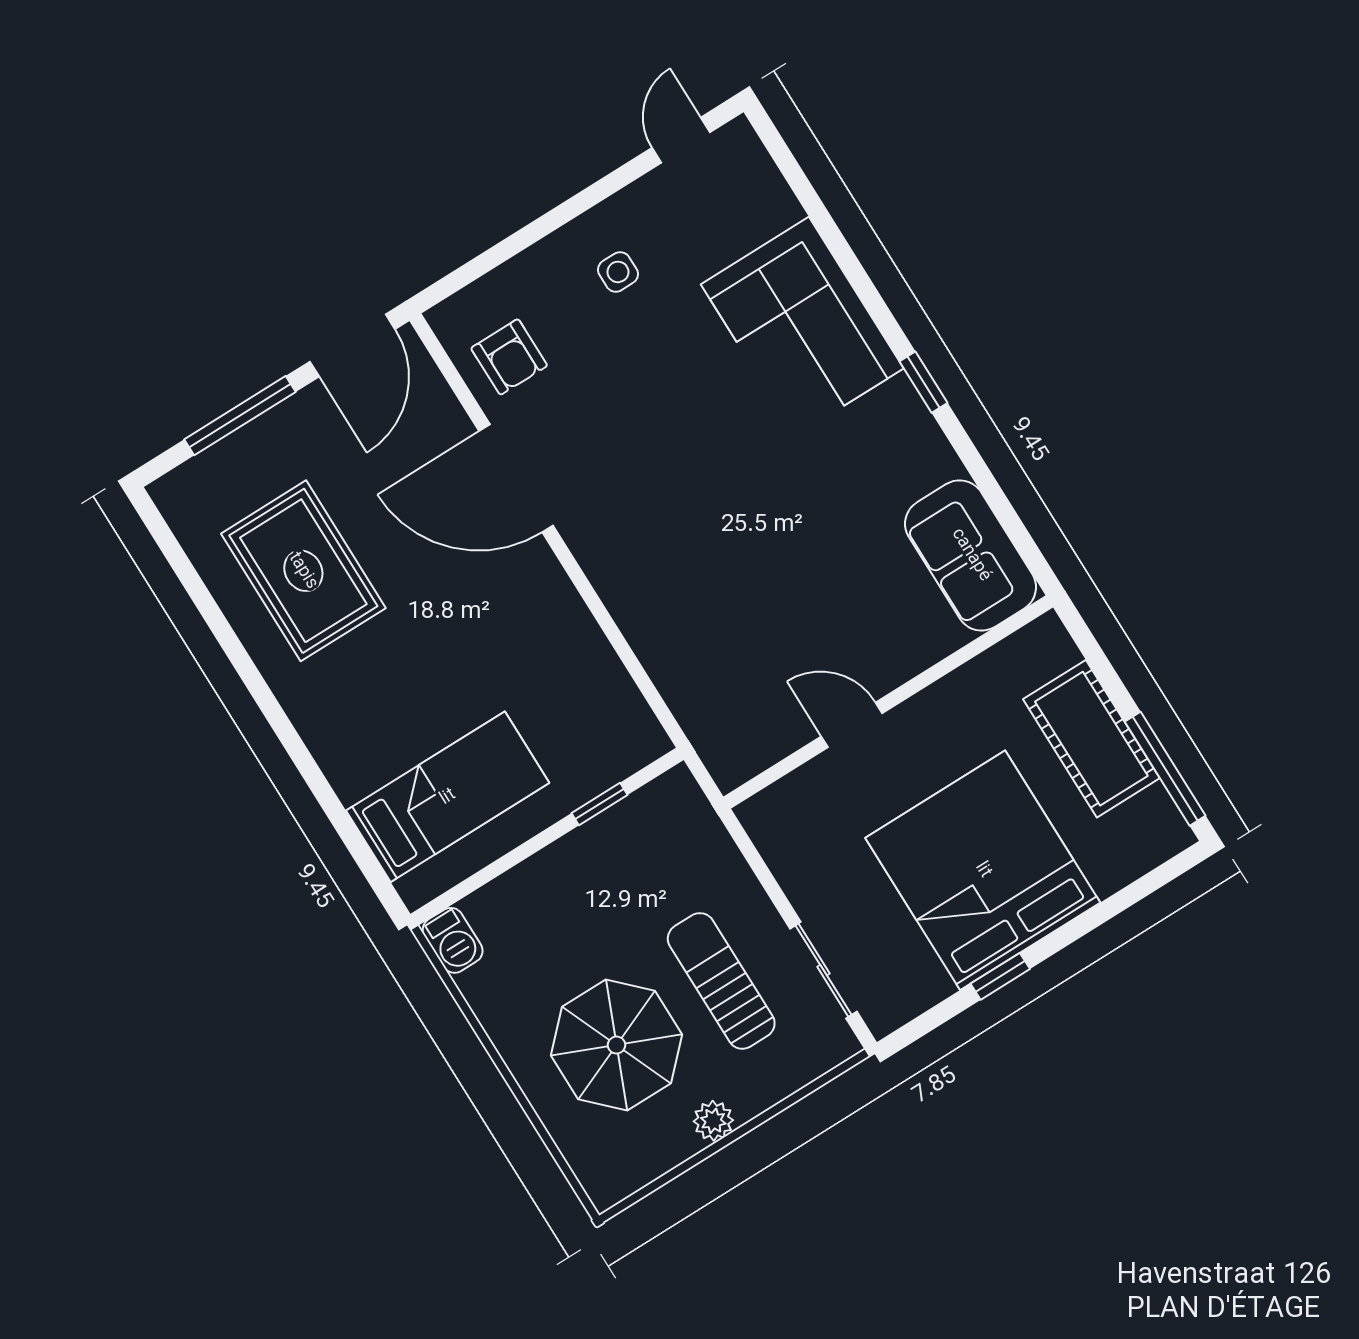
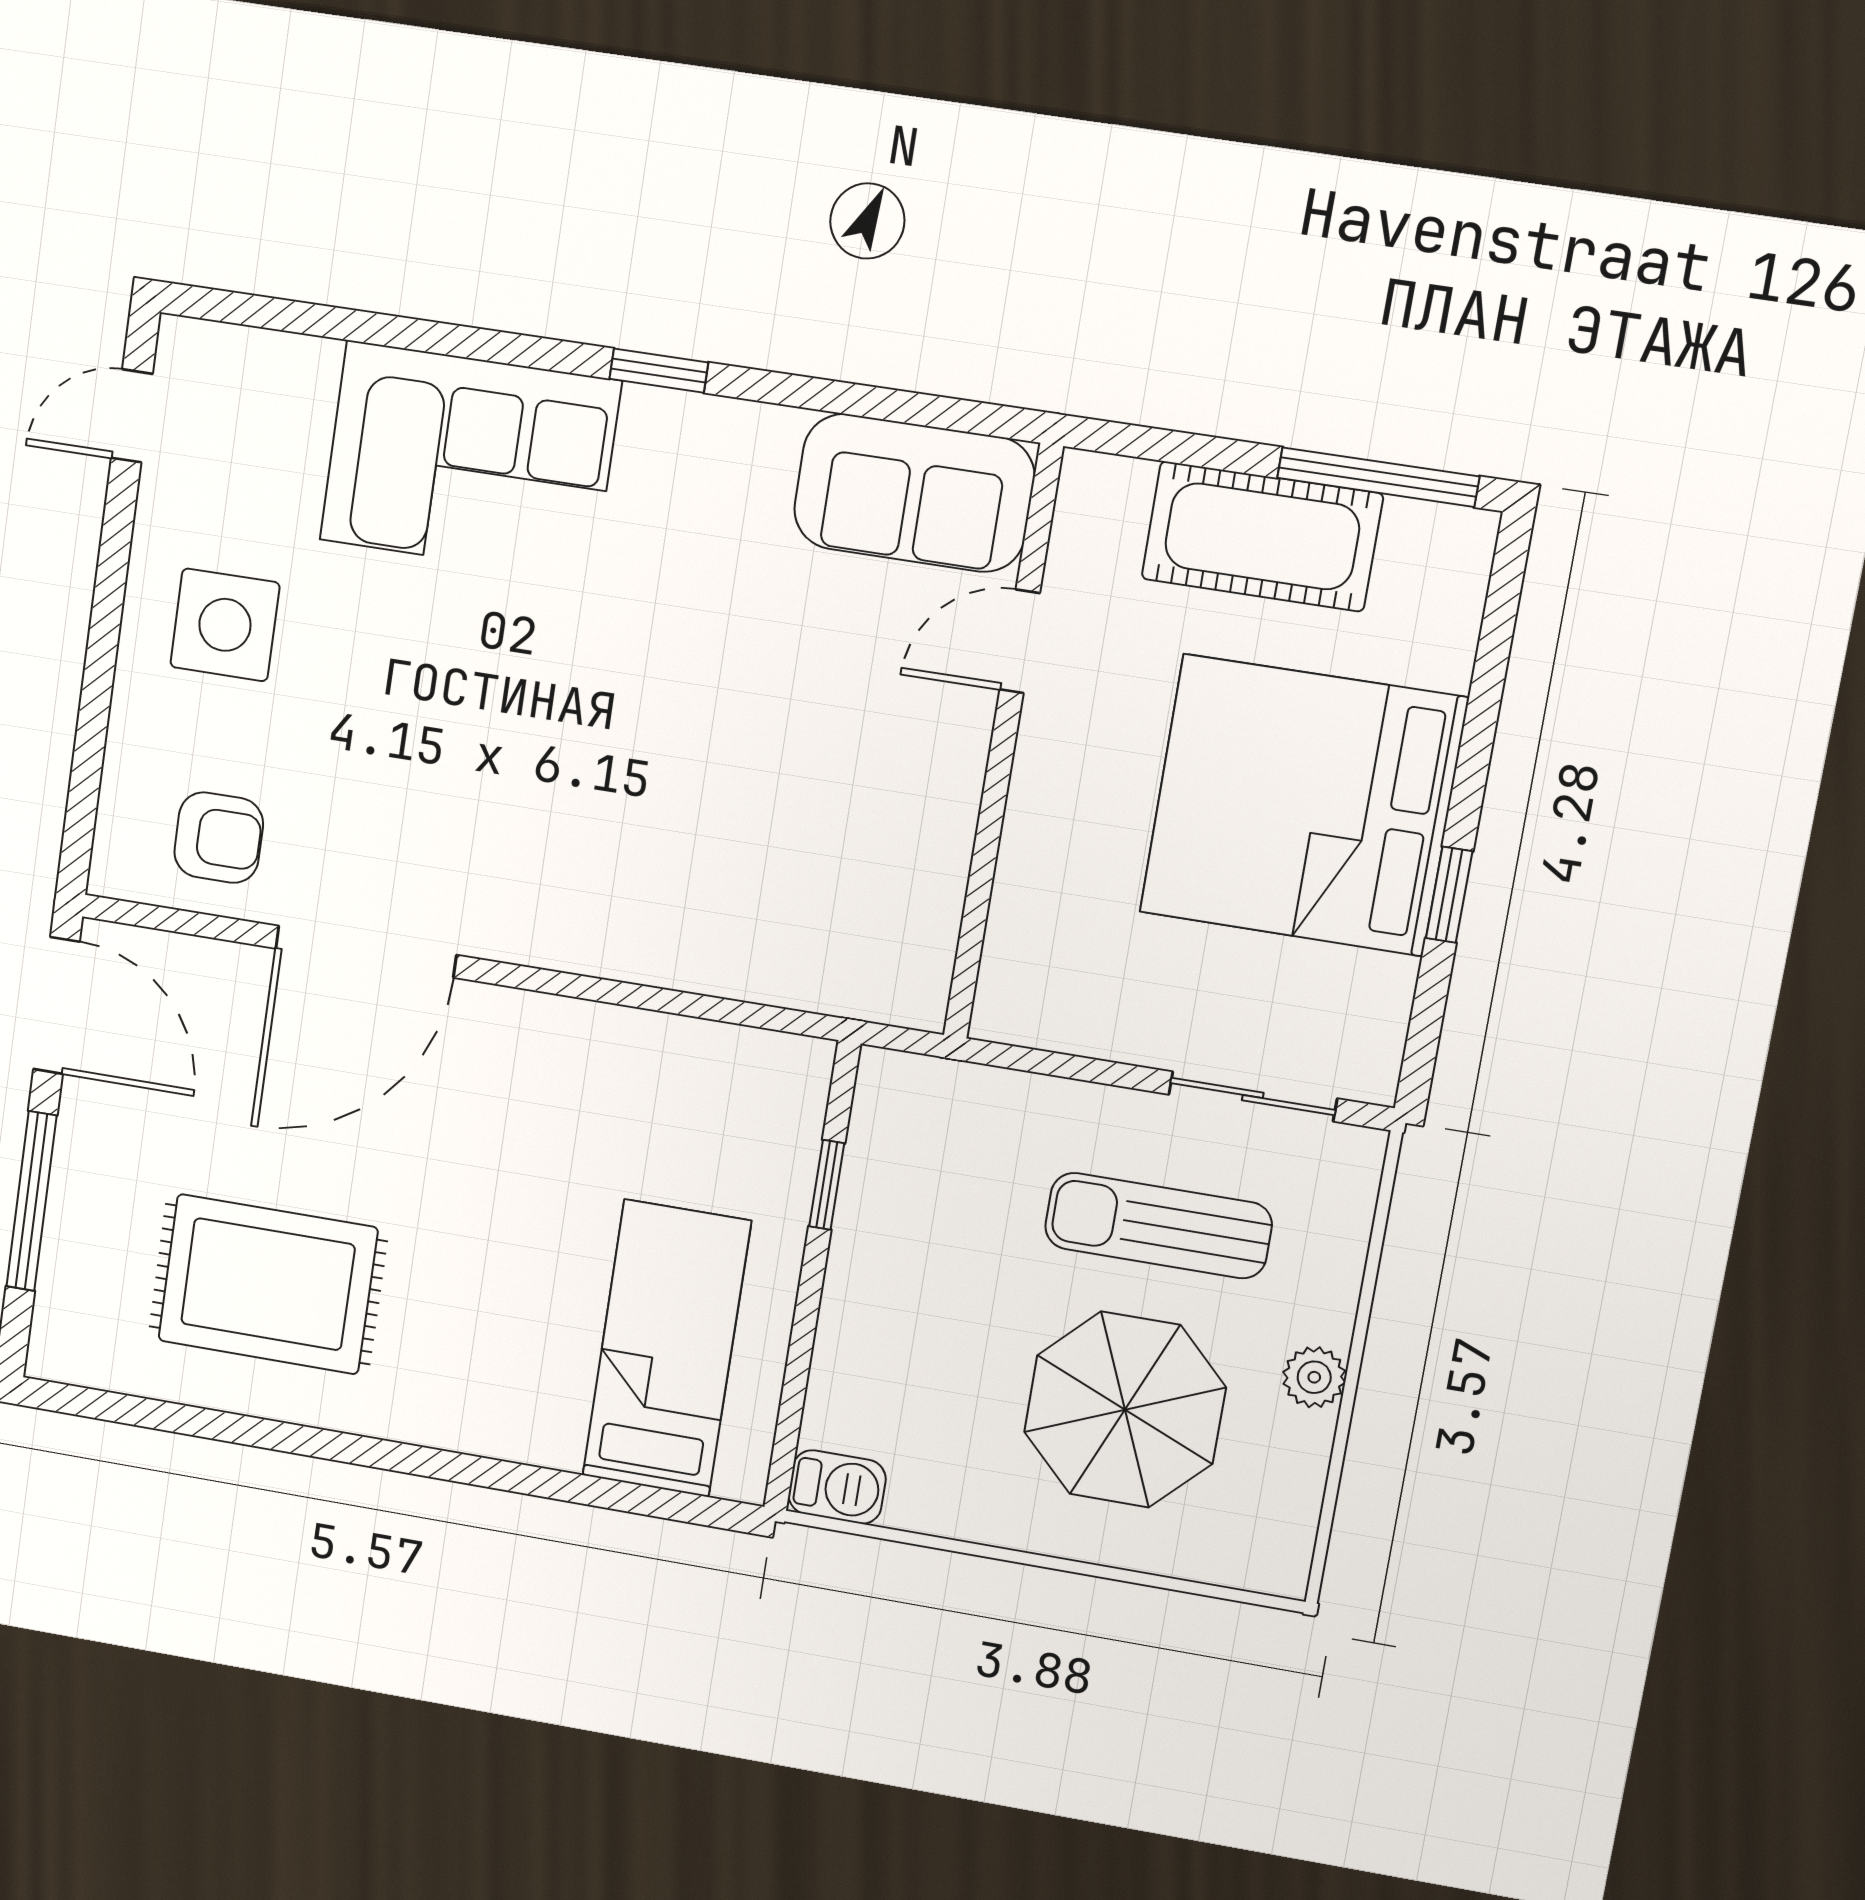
door: (681, 140) -> (132, 416), hinge flipped
side table: (618, 272) -> (225, 625), width x1.87, depth x1.87
door: (852, 725) -> (1020, 641), moved

